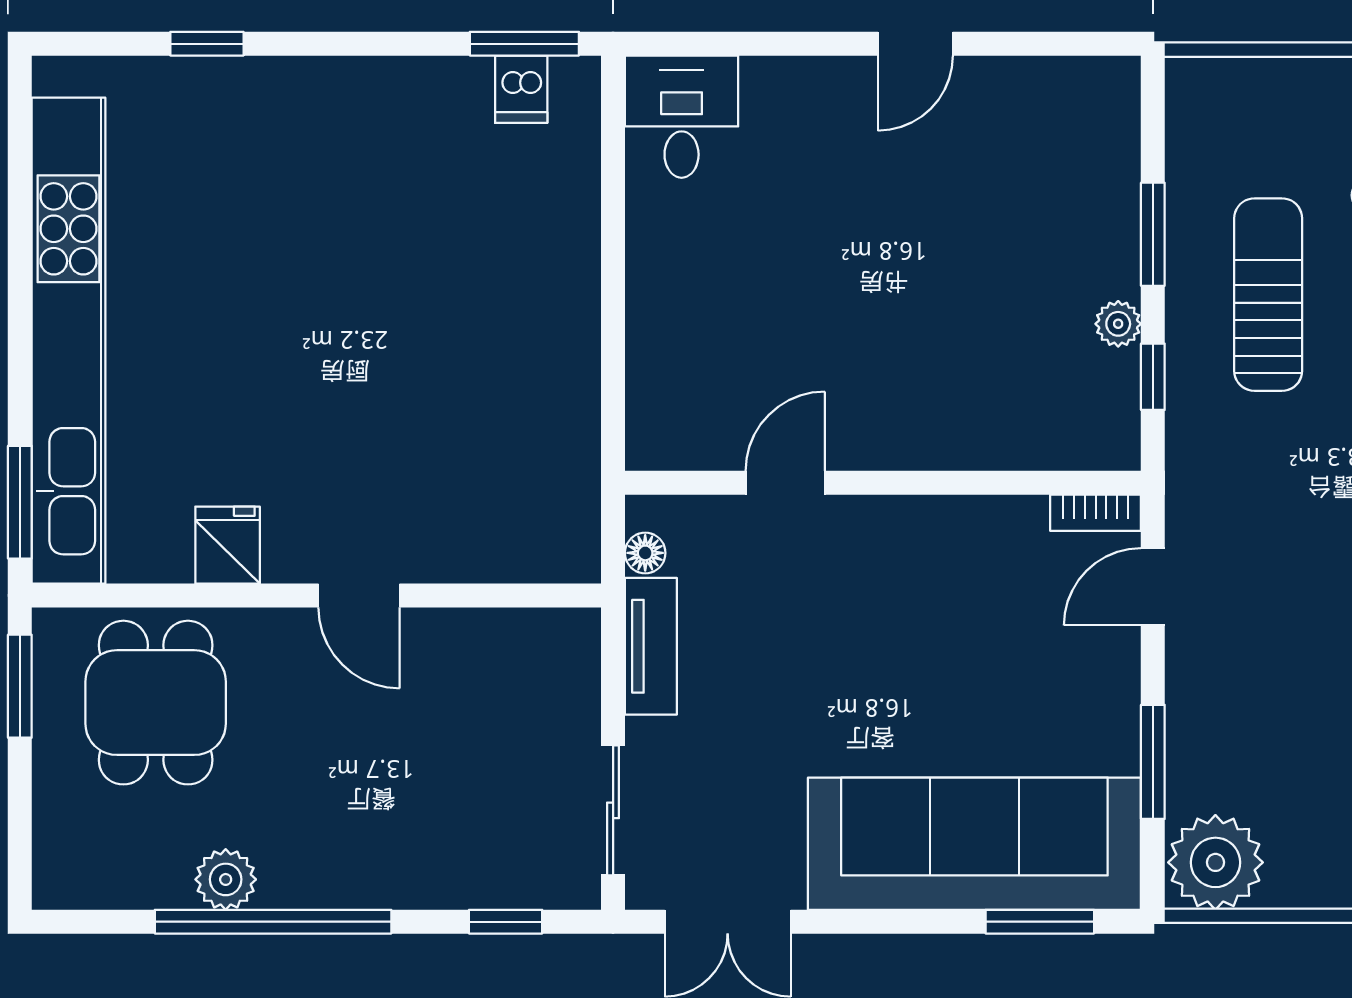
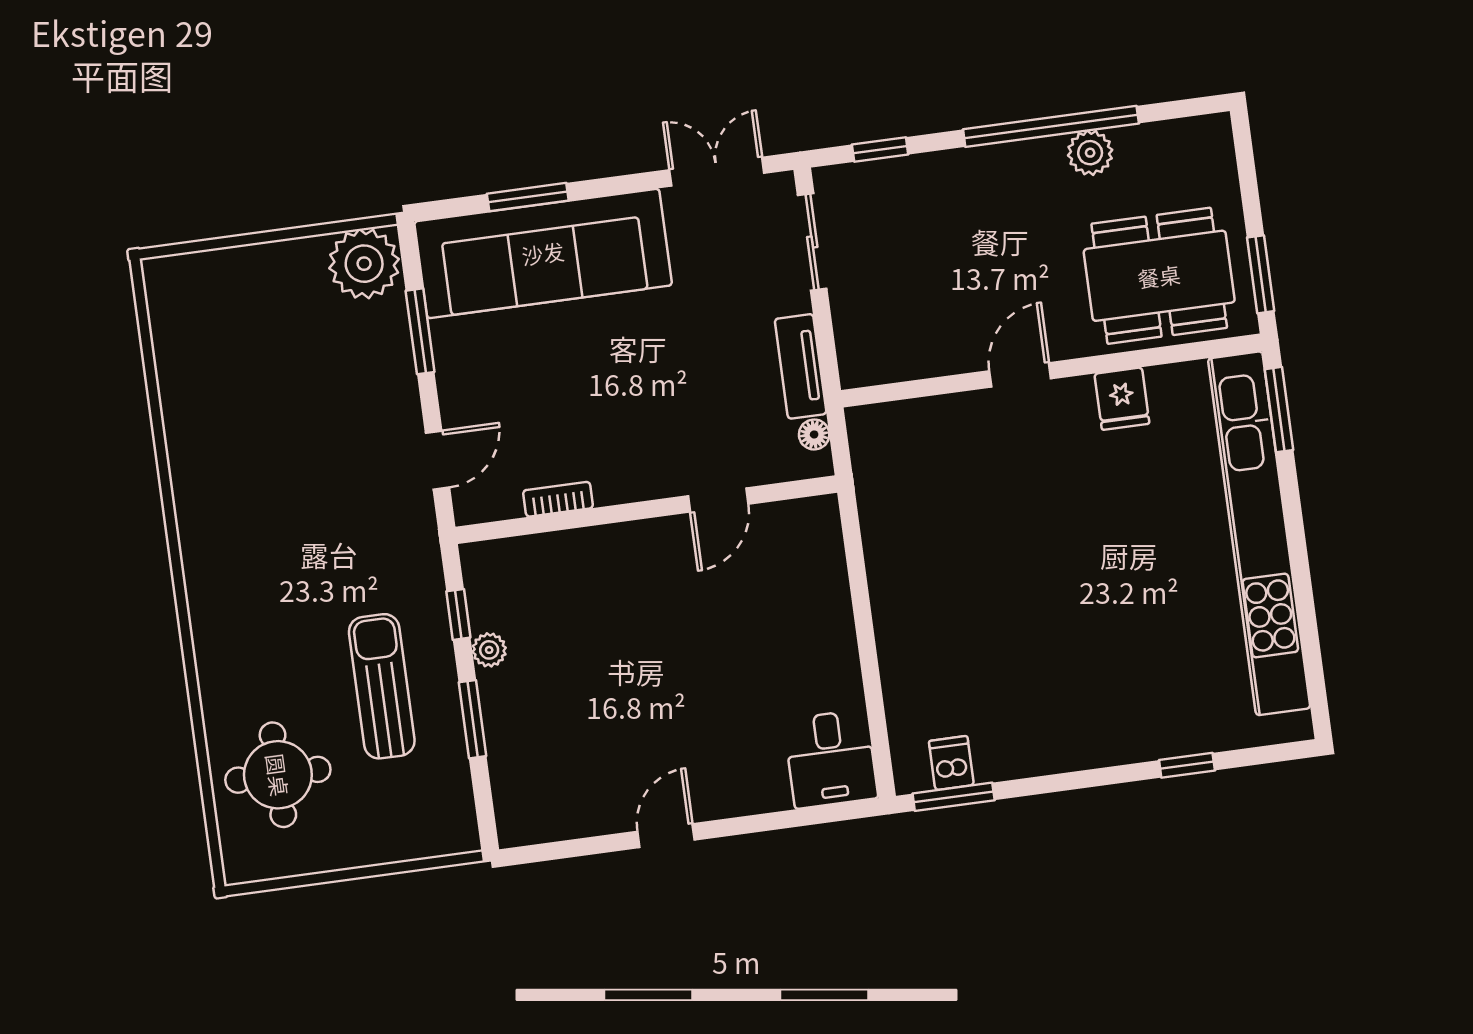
sun lounger: (1268, 295) -> (382, 686), turned 180
bookcase: (1096, 513) -> (558, 499), moved
door: (359, 595) -> (1020, 375), hinge flipped
dining table: (156, 703) -> (1159, 276), width x1.38
window: (1040, 922) -> (528, 197), moved

